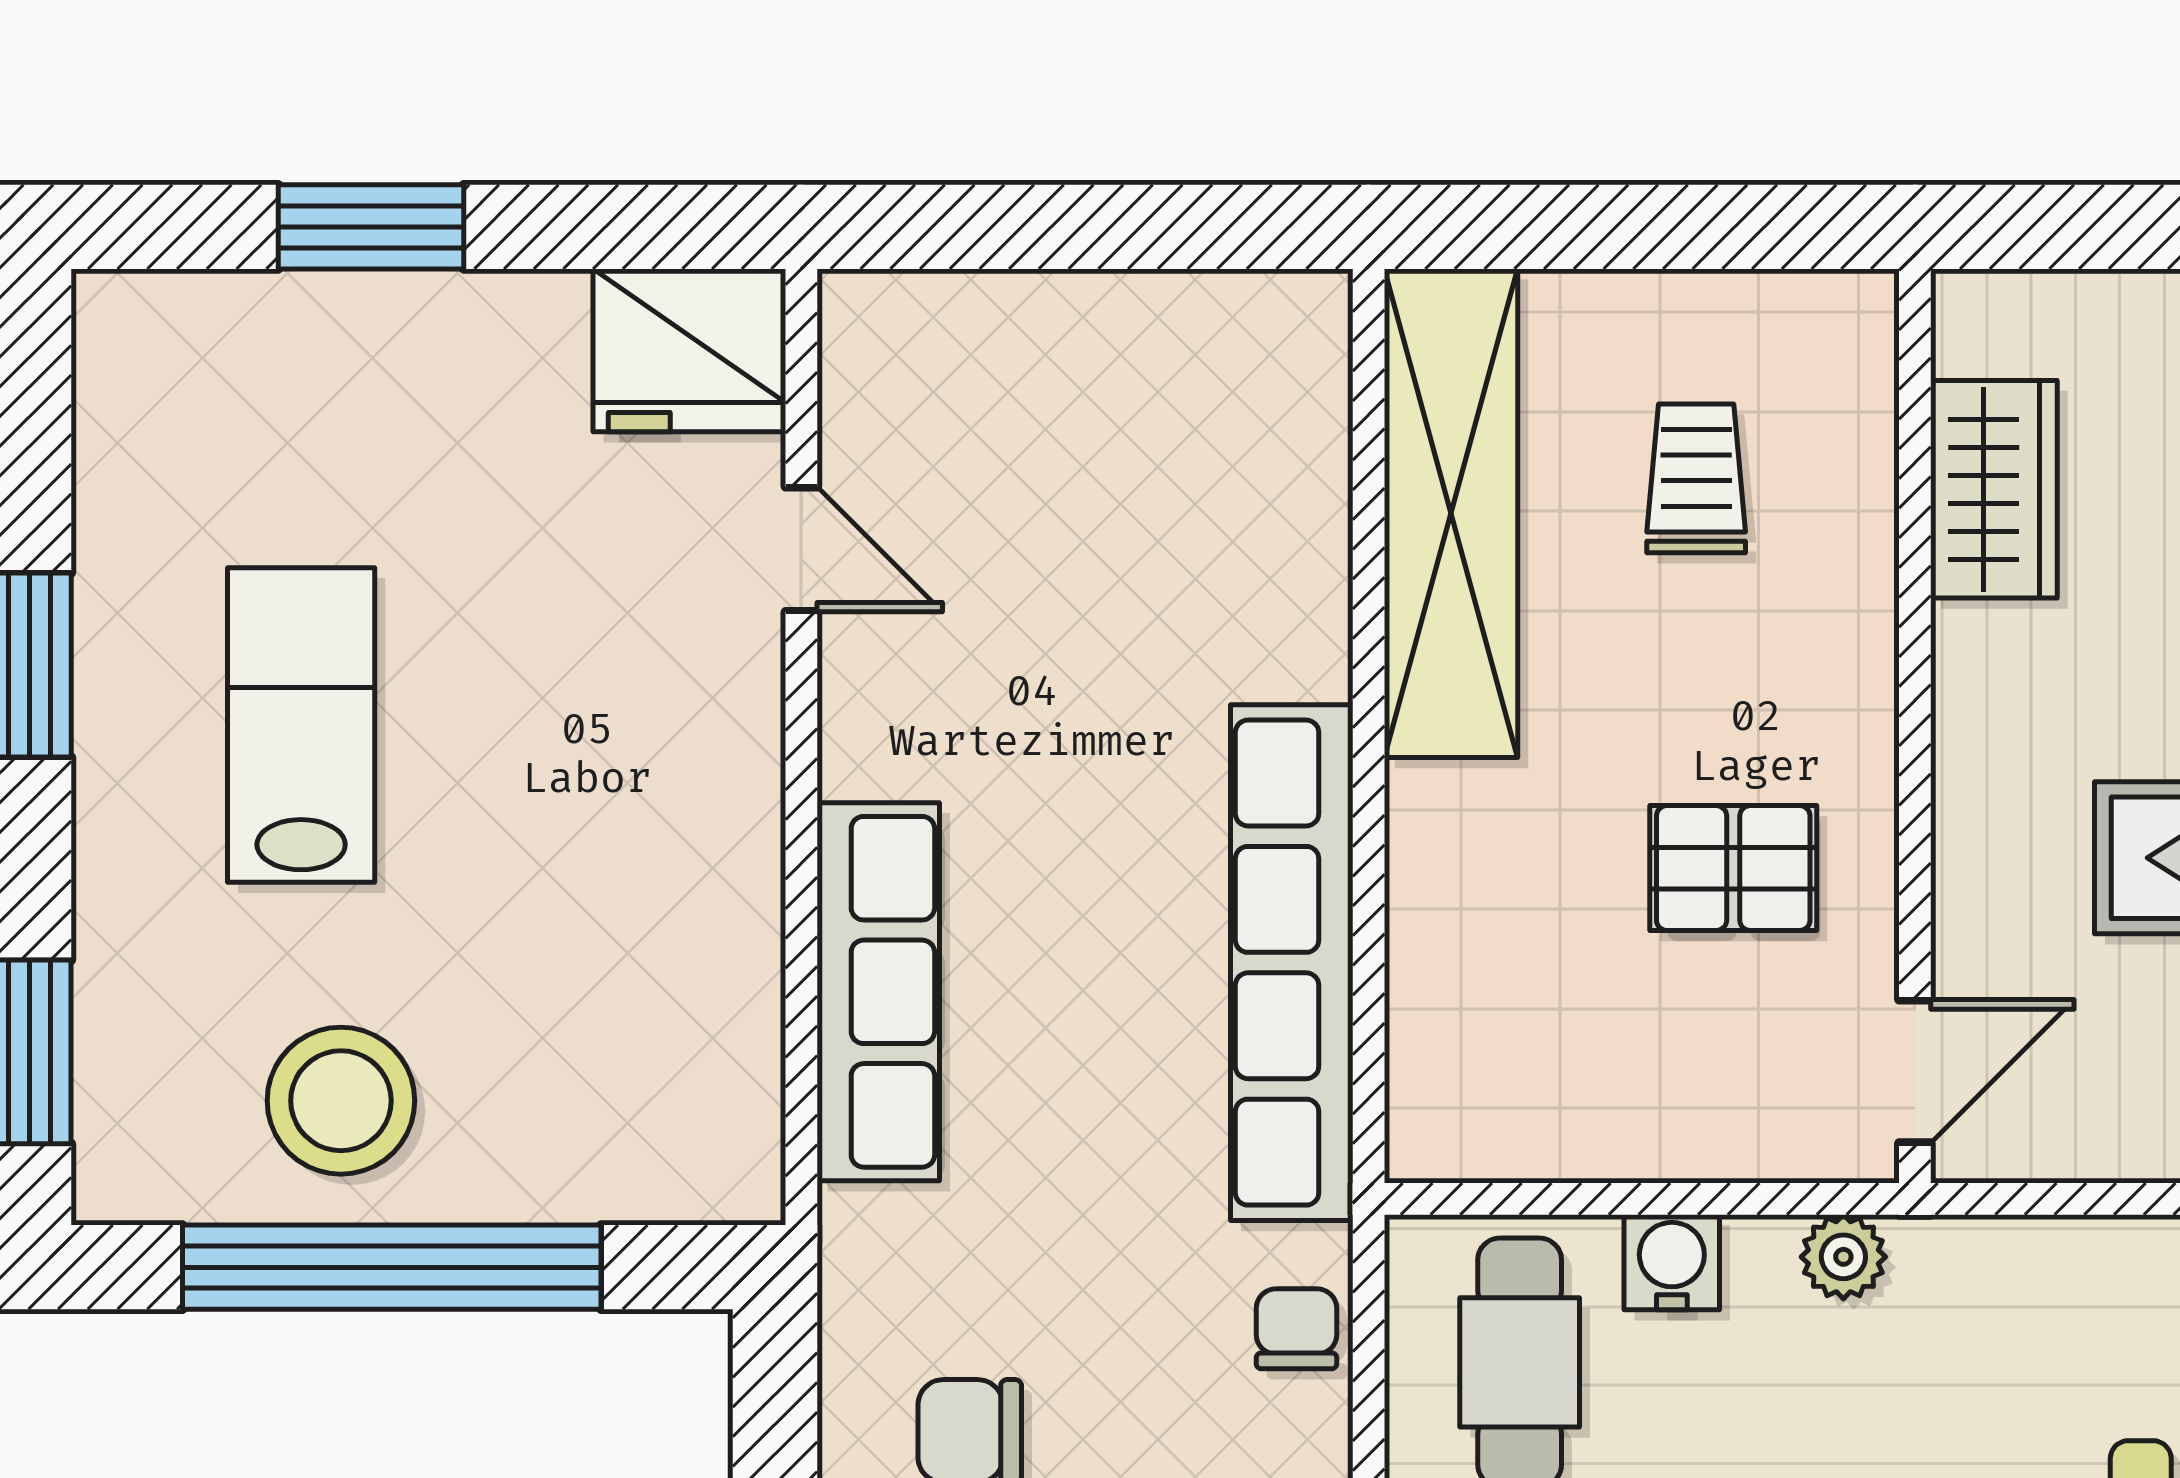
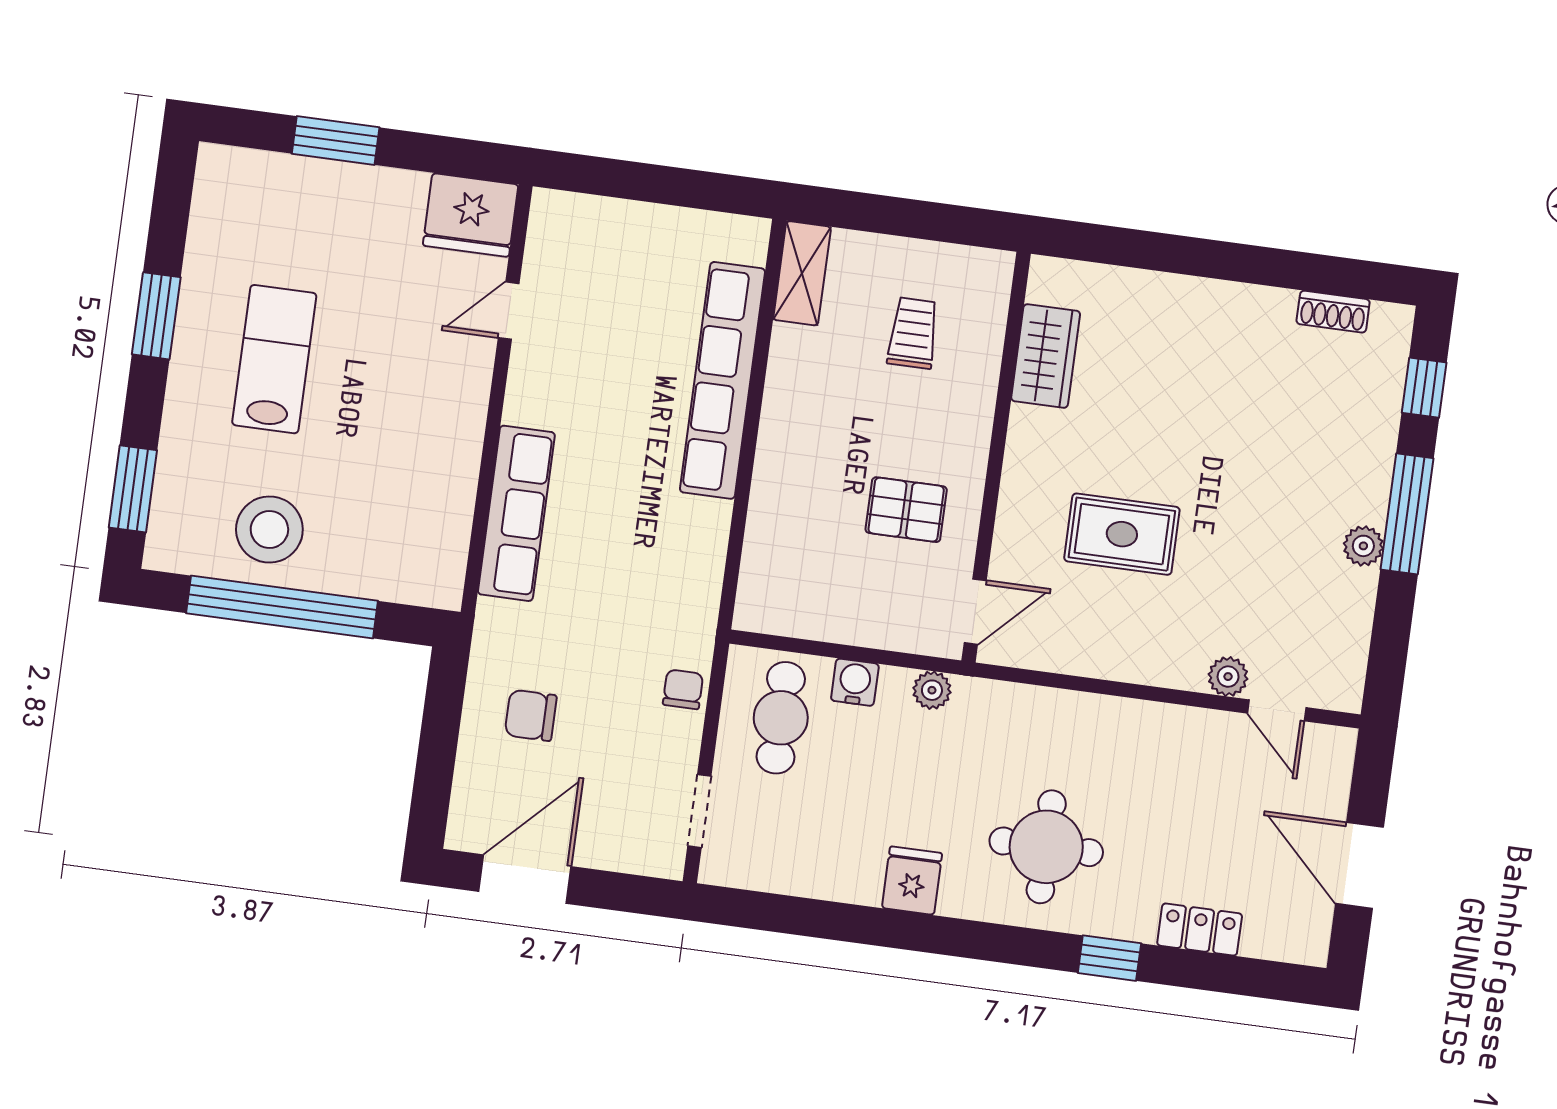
shelving: (1451, 513) -> (802, 273), width x0.45, depth x0.75
door: (801, 549) -> (509, 311), swing flipped
row of seats: (1292, 963) -> (723, 380), moved

